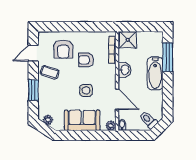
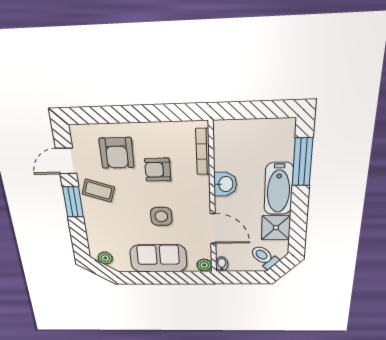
shower: (128, 40) -> (276, 228), moved
window: (33, 90) -> (73, 202), moved

